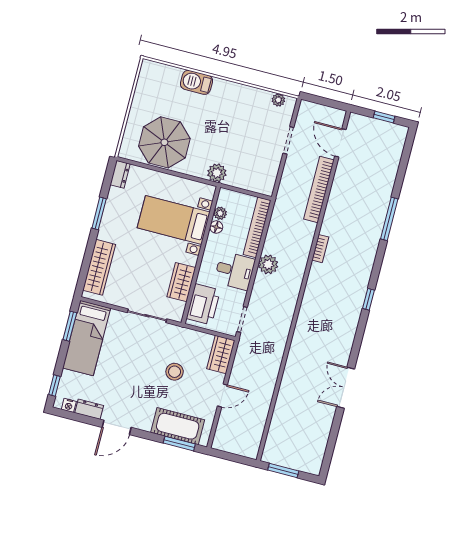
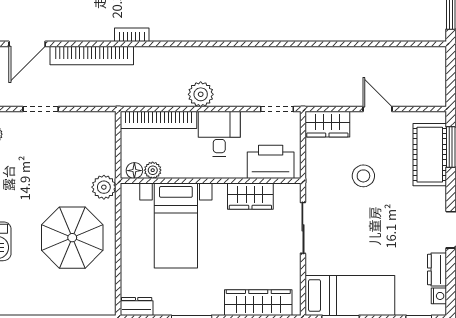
parasol: (164, 142) -> (72, 238), moved
floor lamp: (216, 227) -> (134, 171), moved
bookcase: (320, 249) -> (132, 35), moved

